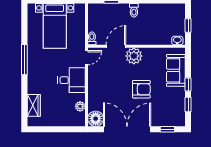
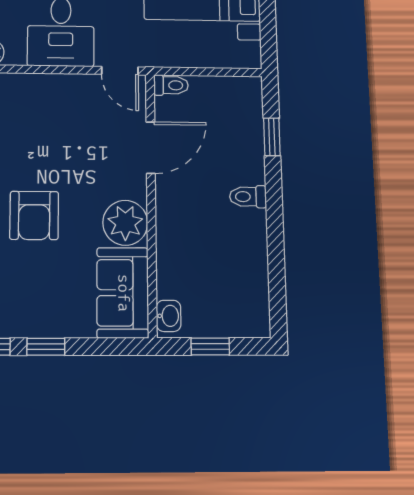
door: (116, 46) -> (151, 148), hinge flipped
plant: (134, 56) -> (125, 223), moved
sofa: (176, 70) -> (123, 293), moved, turned -90

